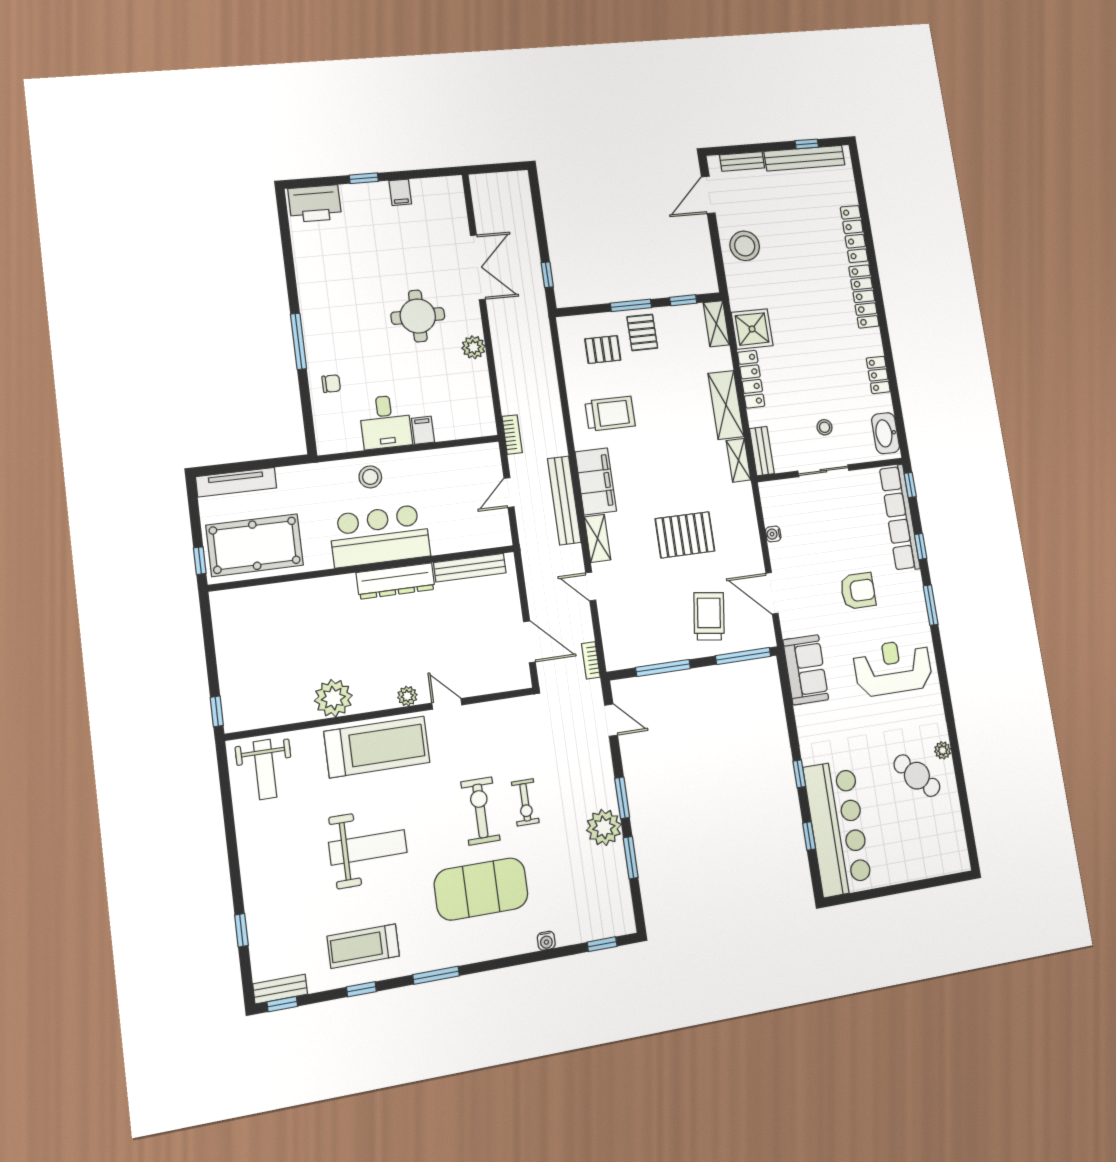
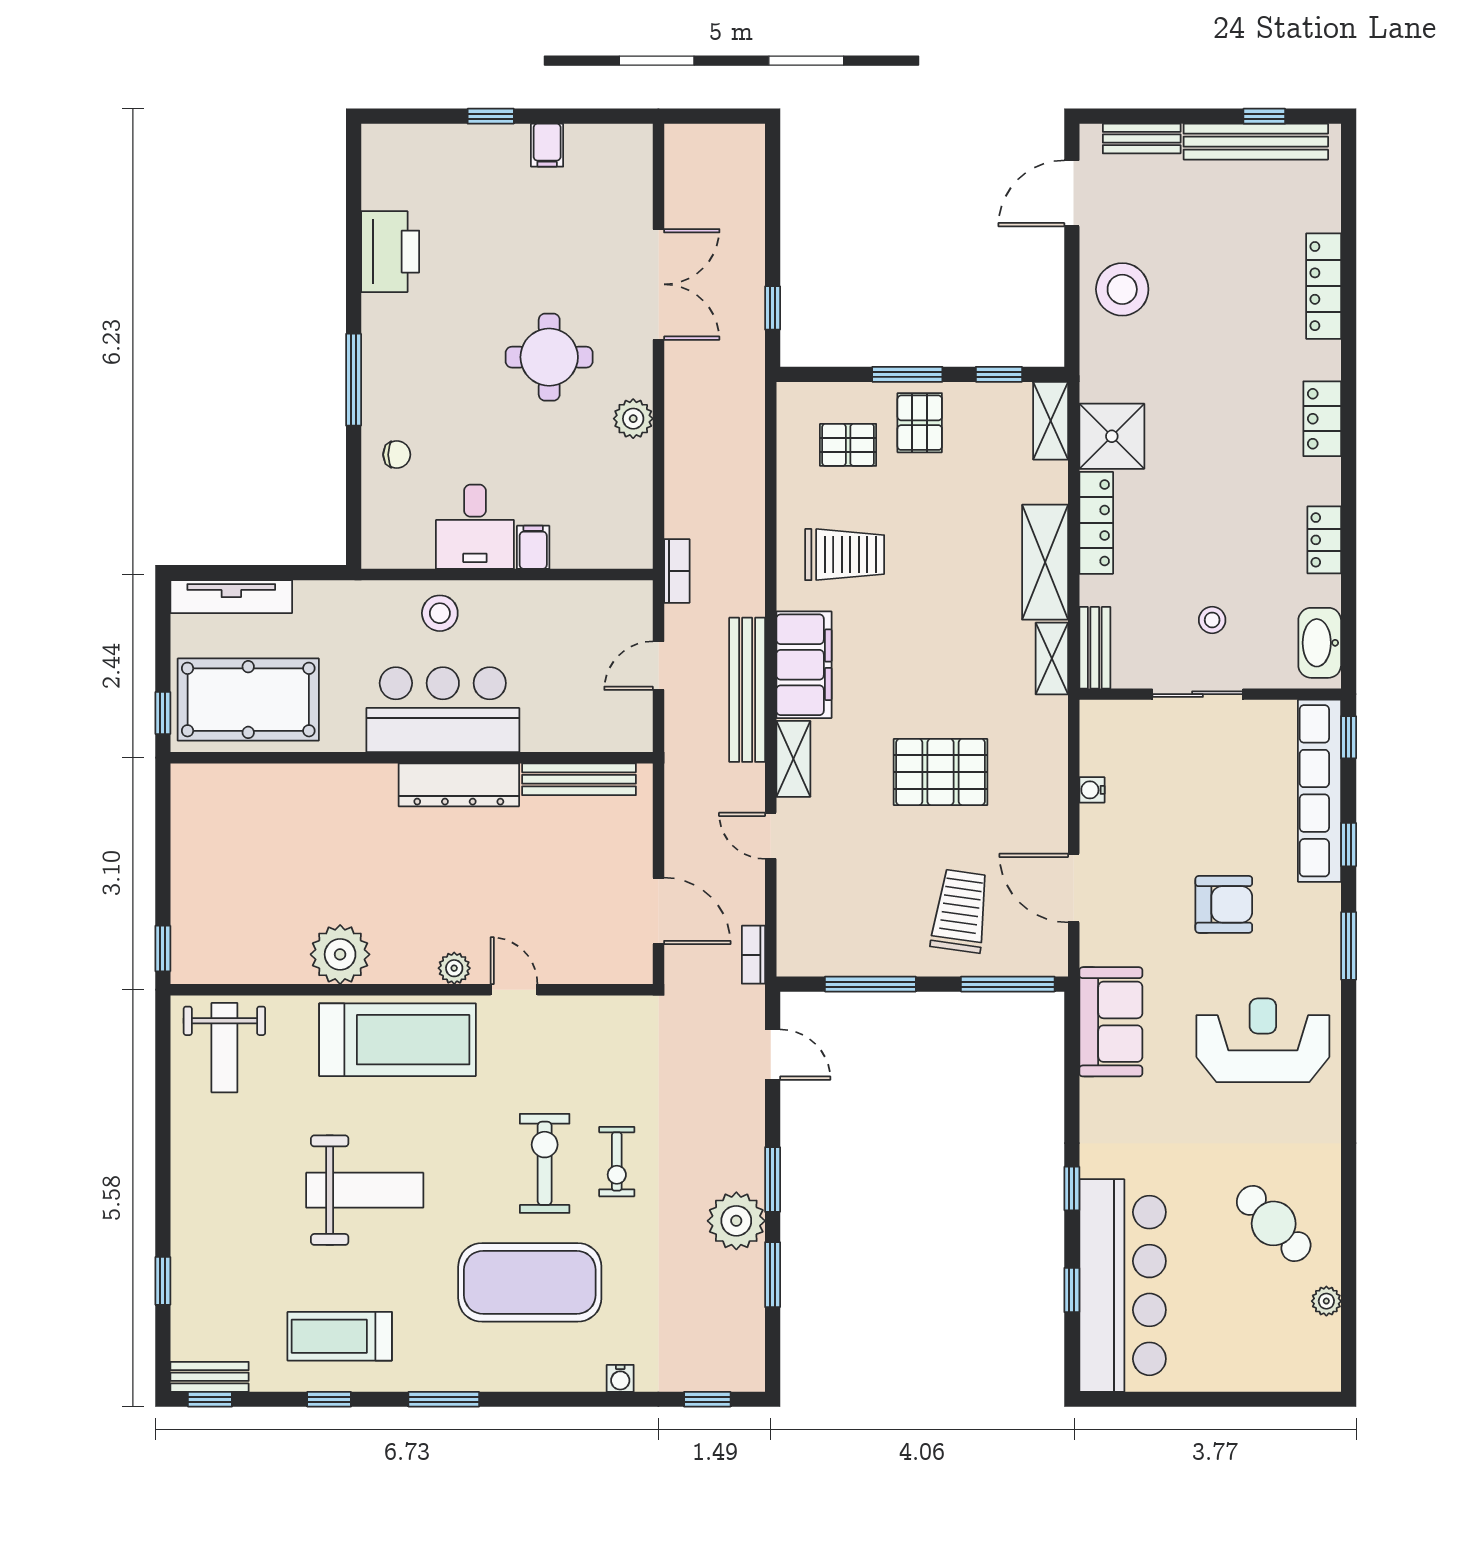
printer: (315, 204) -> (390, 252), moved, turned -90
locker: (864, 296) -> (1322, 419), width x0.66
plant: (943, 750) -> (1326, 1301), moved

